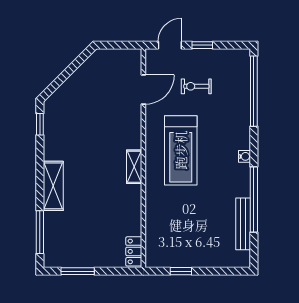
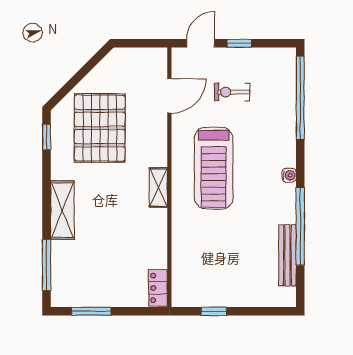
pallet: (85, 117) -> (100, 128), added

